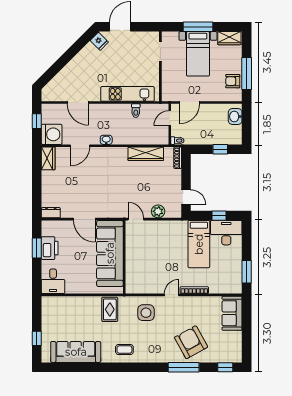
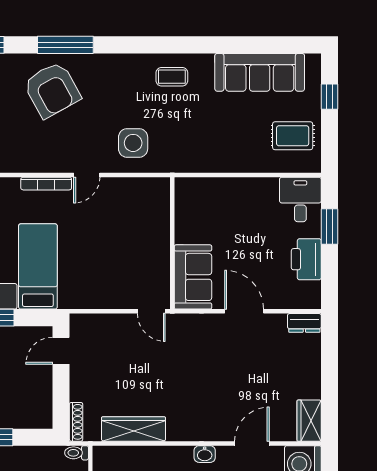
door: (186, 197) -> (61, 351), hinge flipped
plant: (158, 211) -> (111, 325), removed
window: (37, 248) -> (330, 227), moved
sofa: (110, 253) -> (193, 277), width x0.54, depth x0.79
rug: (110, 309) -> (293, 136), moved, turned 90

